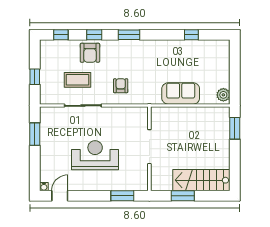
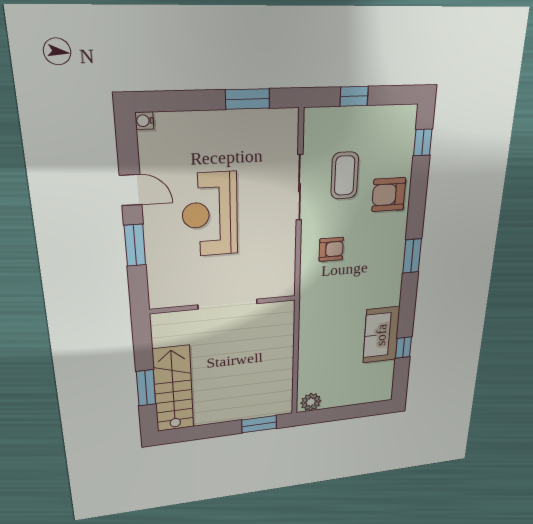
window: (94, 35) -> (417, 200), removed
sofa: (181, 93) -> (381, 335), moved, turned 180
reception desk: (95, 155) -> (210, 215), turned 180
door: (60, 196) -> (131, 190), moved
window: (122, 196) -> (135, 245), moved
window: (183, 196) -> (146, 388), moved

